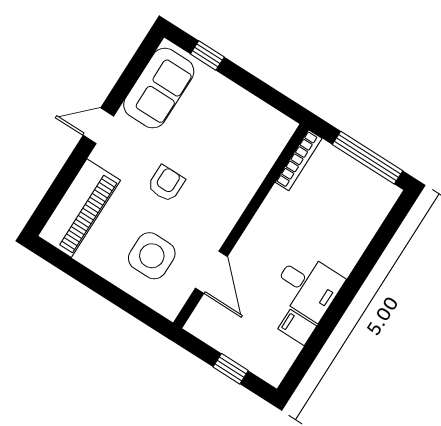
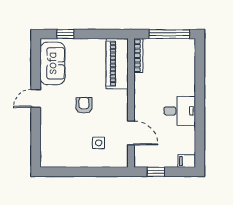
piano: (79, 208) -> (117, 64), moved, turned 180
side table: (152, 256) -> (99, 143), width x0.54, depth x0.54
filing cabinet: (297, 327) -> (187, 161), moved
window: (231, 369) -> (156, 172), moved

